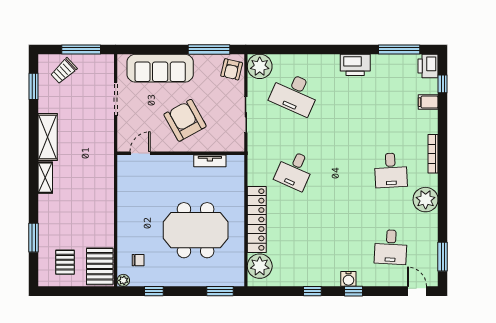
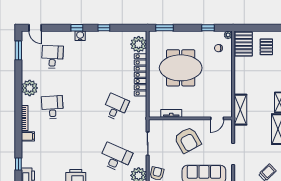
filing cabinet: (428, 102) -> (28, 136), moved
shelving: (105, 166) -> (240, 110), added

